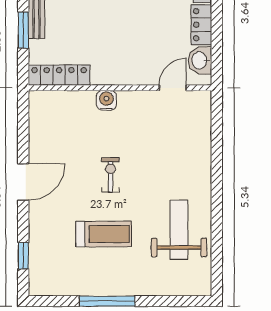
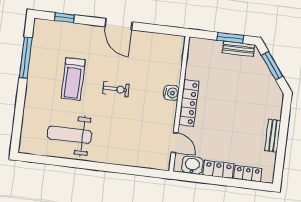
locker: (59, 75) -> (189, 103), moved
weight bench: (179, 230) -> (70, 135), turned 180
window: (107, 301) -> (26, 58), moved

